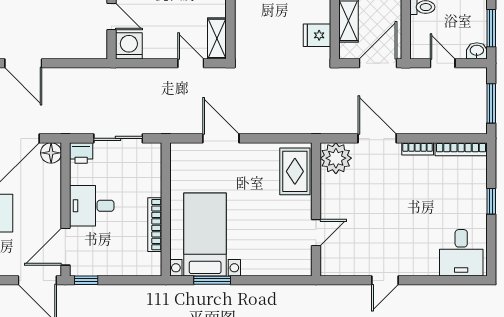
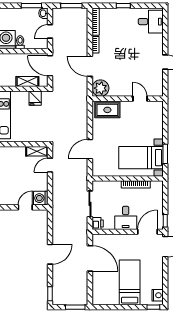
door: (377, 138) -> (90, 66), hinge flipped
floor lamp: (51, 153) -> (98, 239), removed
door: (66, 247) -> (147, 232), swing flipped

